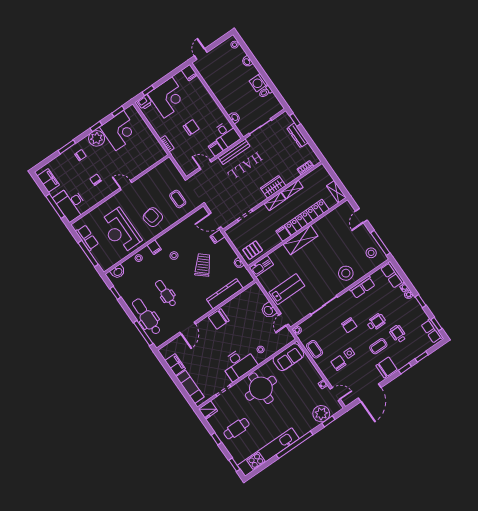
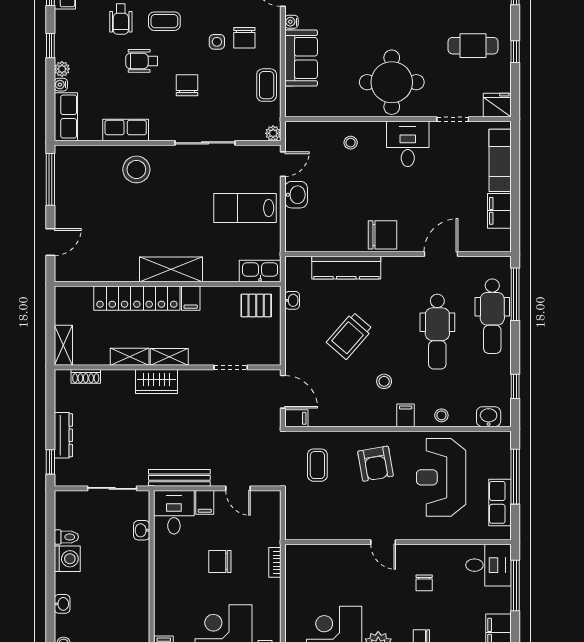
shelving: (336, 192) -> (63, 345), moved
desk: (71, 204) -> (488, 565), width x0.73
reception desk: (120, 231) -> (441, 477), turned 180
filing cabinet: (217, 237) -> (296, 418), moved
stool: (371, 253) -> (75, 174), removed
dental chair: (166, 293) -> (437, 332), width x1.36, depth x1.38
sofa: (288, 357) -> (301, 58), moved, turned 90
desk: (239, 364) -> (408, 144), width x0.73

